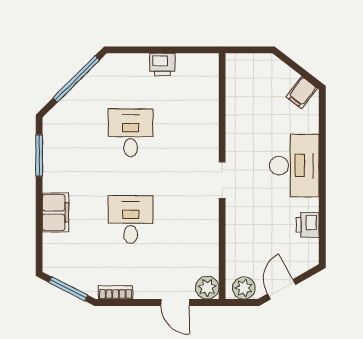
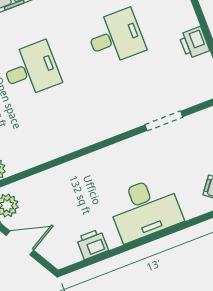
doorway: (222, 180) -> (164, 121), moved

